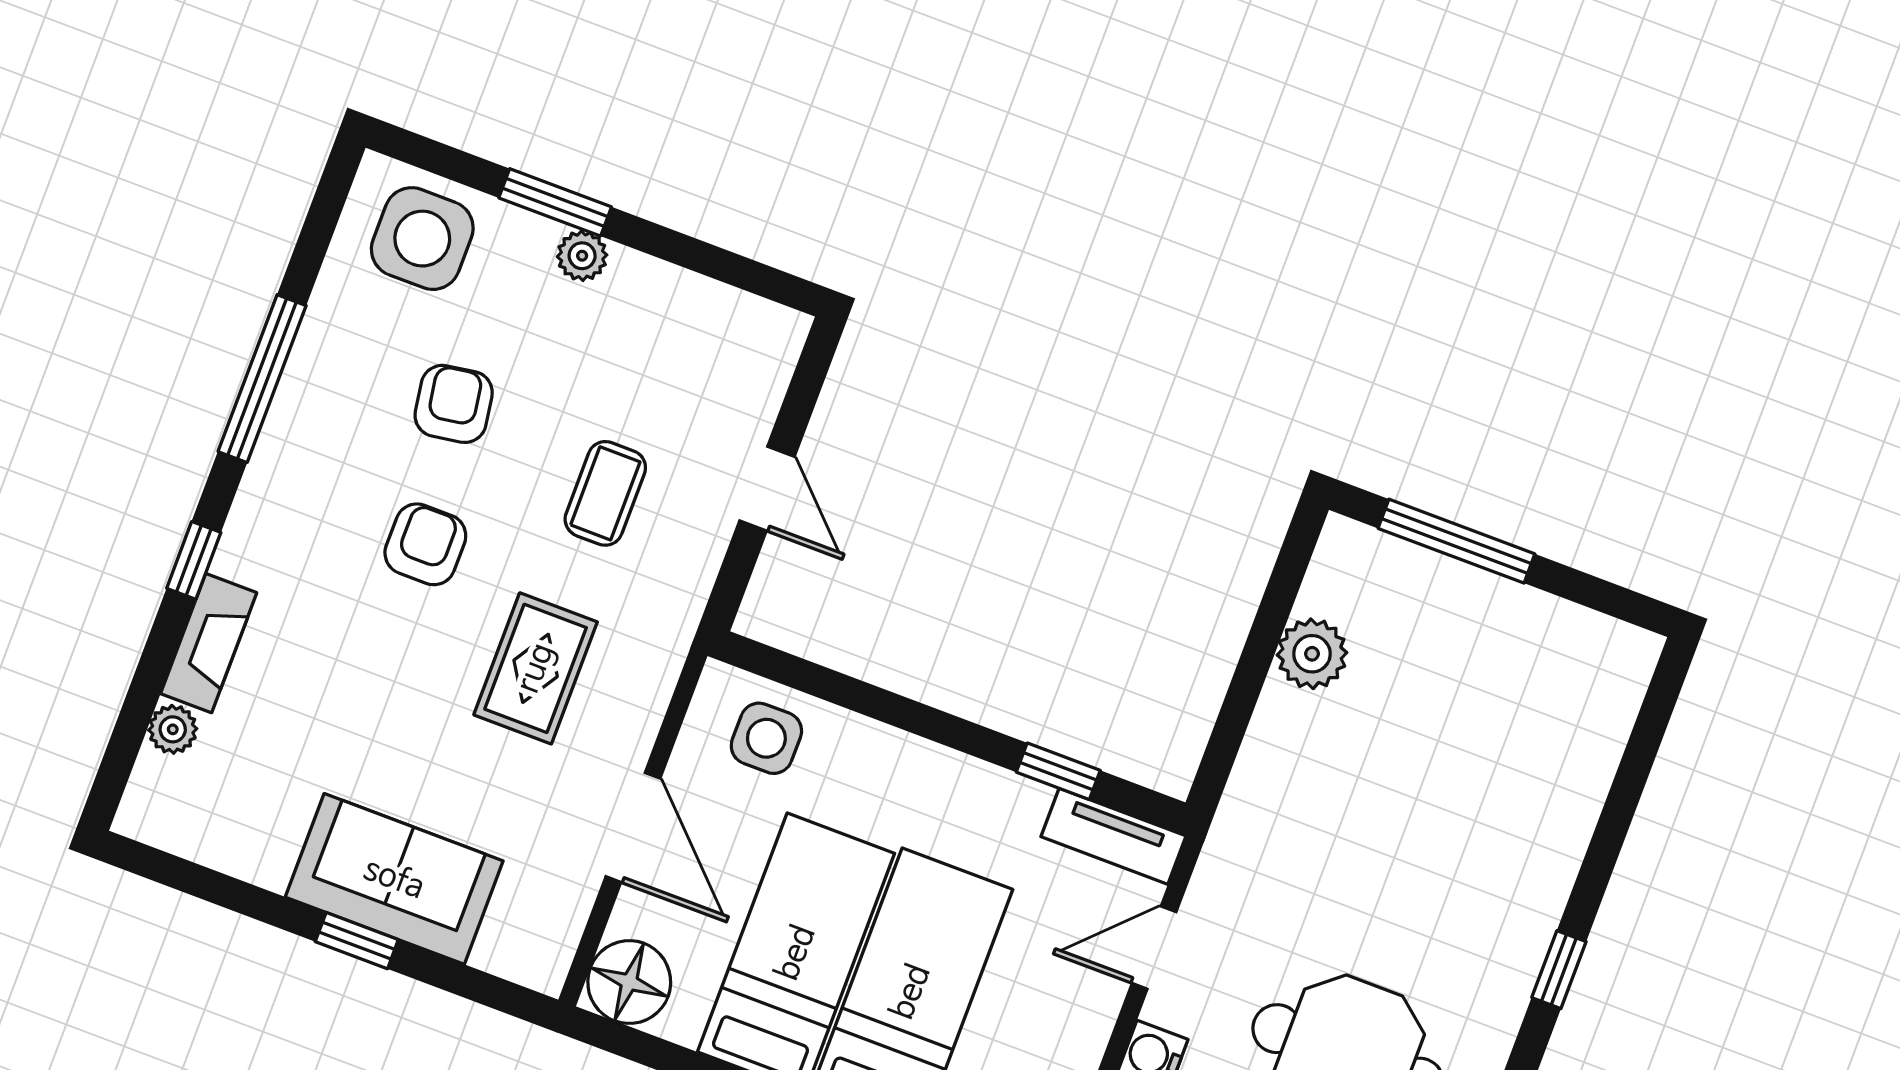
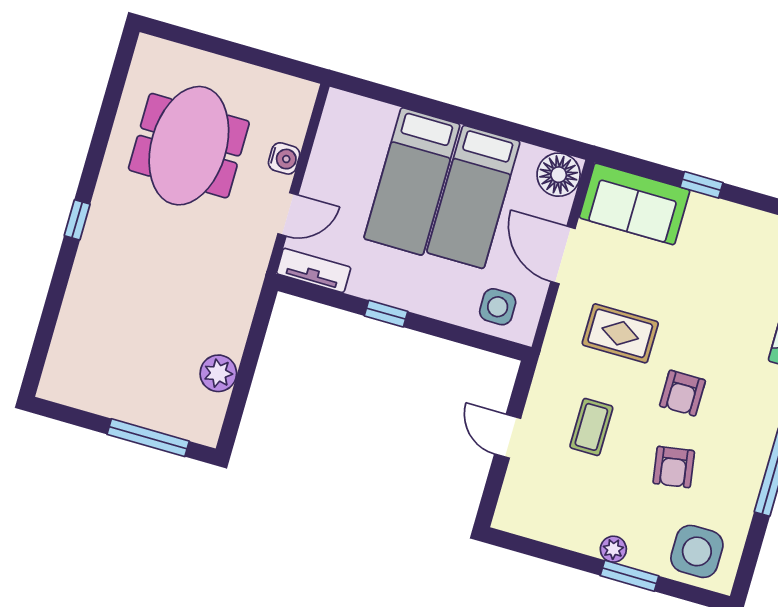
rug: (536, 668) -> (620, 333), turned 90
window: (1058, 771) -> (386, 314), moved
sofa: (394, 879) -> (634, 204), moved

